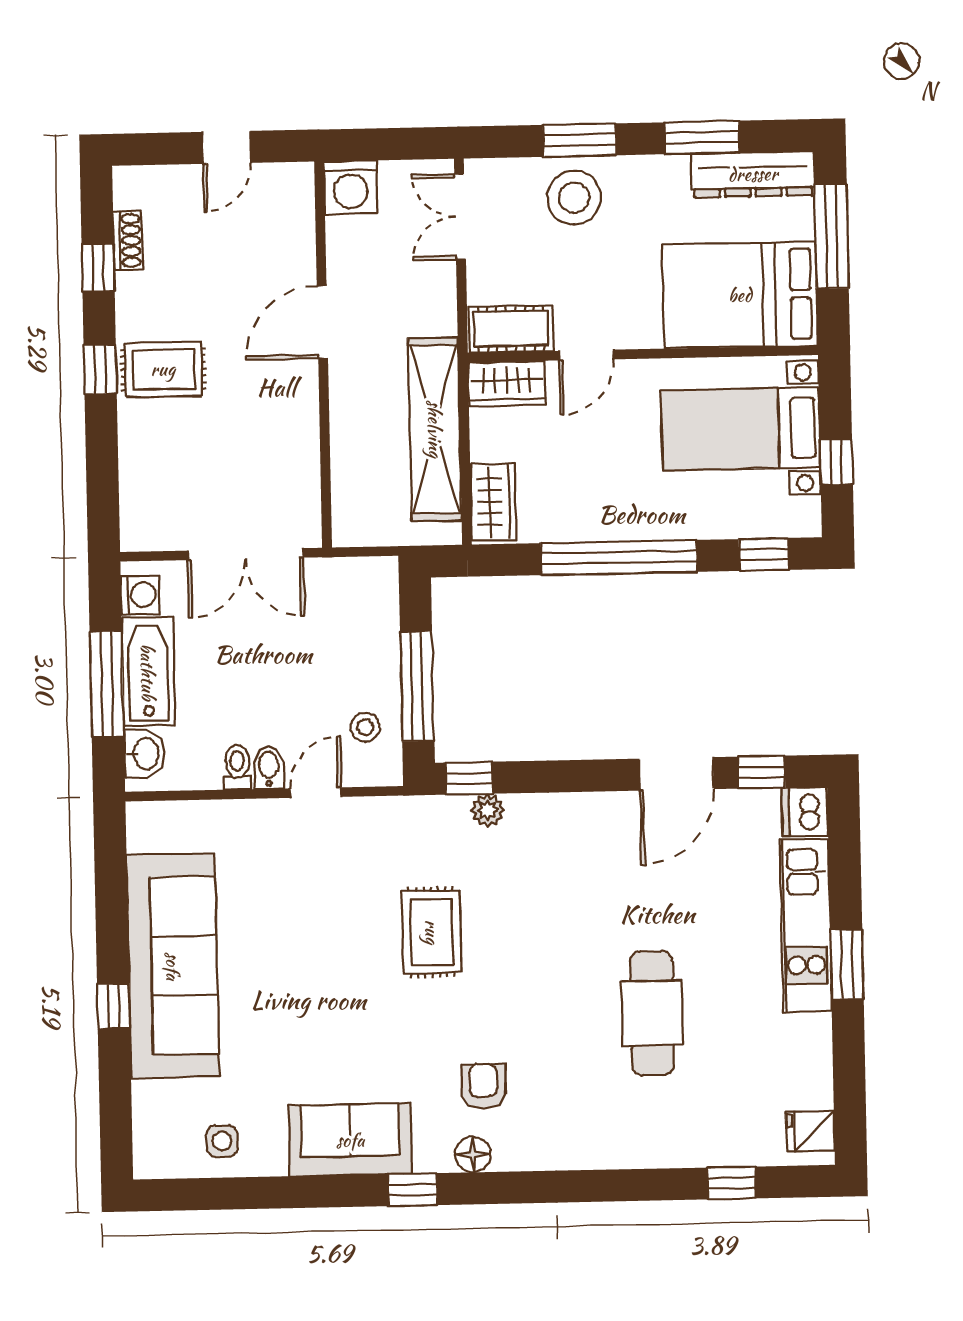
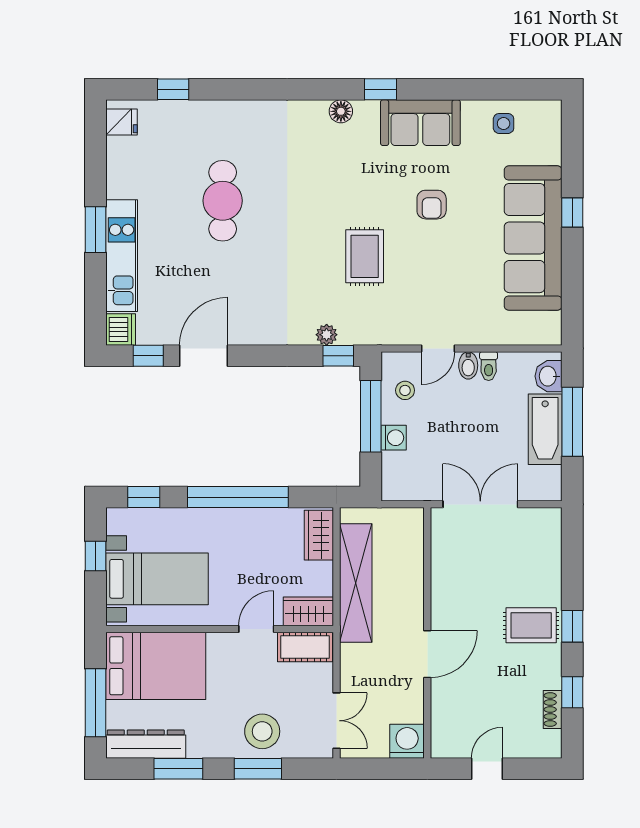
washing machine: (140, 595) -> (394, 438), moved, turned 180
armchair: (483, 1087) -> (432, 205), moved

